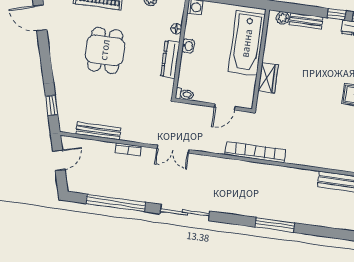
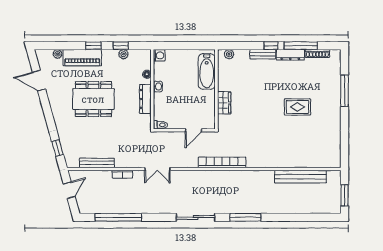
bench: (306, 21) -> (263, 54), moved
bathtub: (247, 43) -> (207, 71), width x0.73, depth x0.73
dining table: (105, 50) -> (93, 99), width x1.38
sliding door: (185, 212) -> (196, 217), moved

